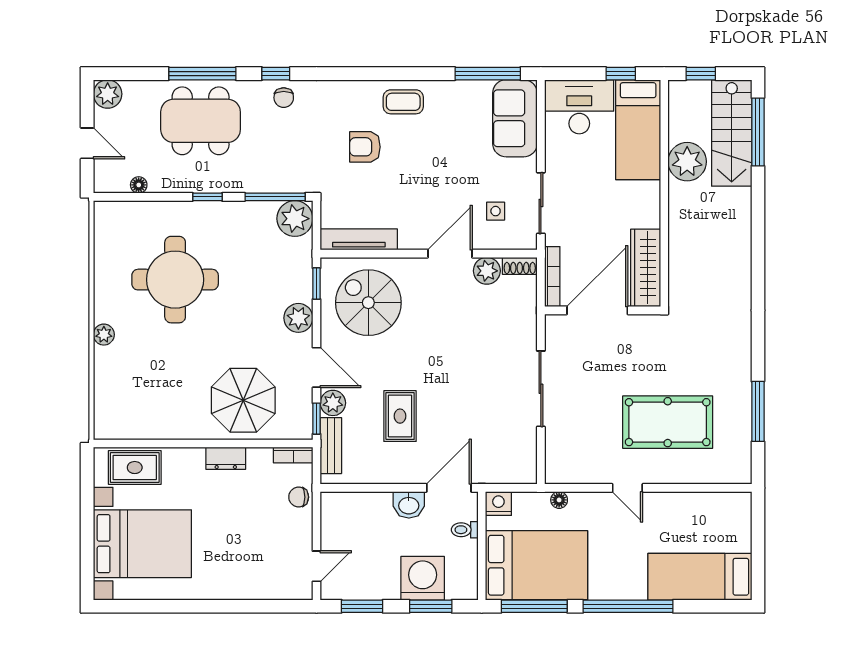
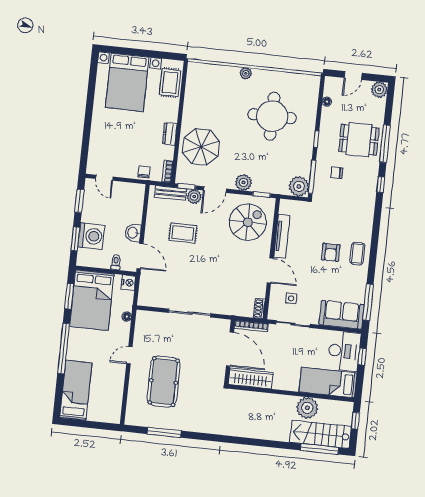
window: (621, 74) -> (362, 357), moved
chair: (284, 98) -> (337, 173), moved
dining table: (201, 121) -> (359, 140), width x0.73
armchair: (365, 147) -> (331, 252), moved, turned 180
tv unit: (359, 239) -> (282, 236), moved
plant: (487, 271) -> (258, 290), removed
window: (534, 606) -> (69, 296), width x0.69

